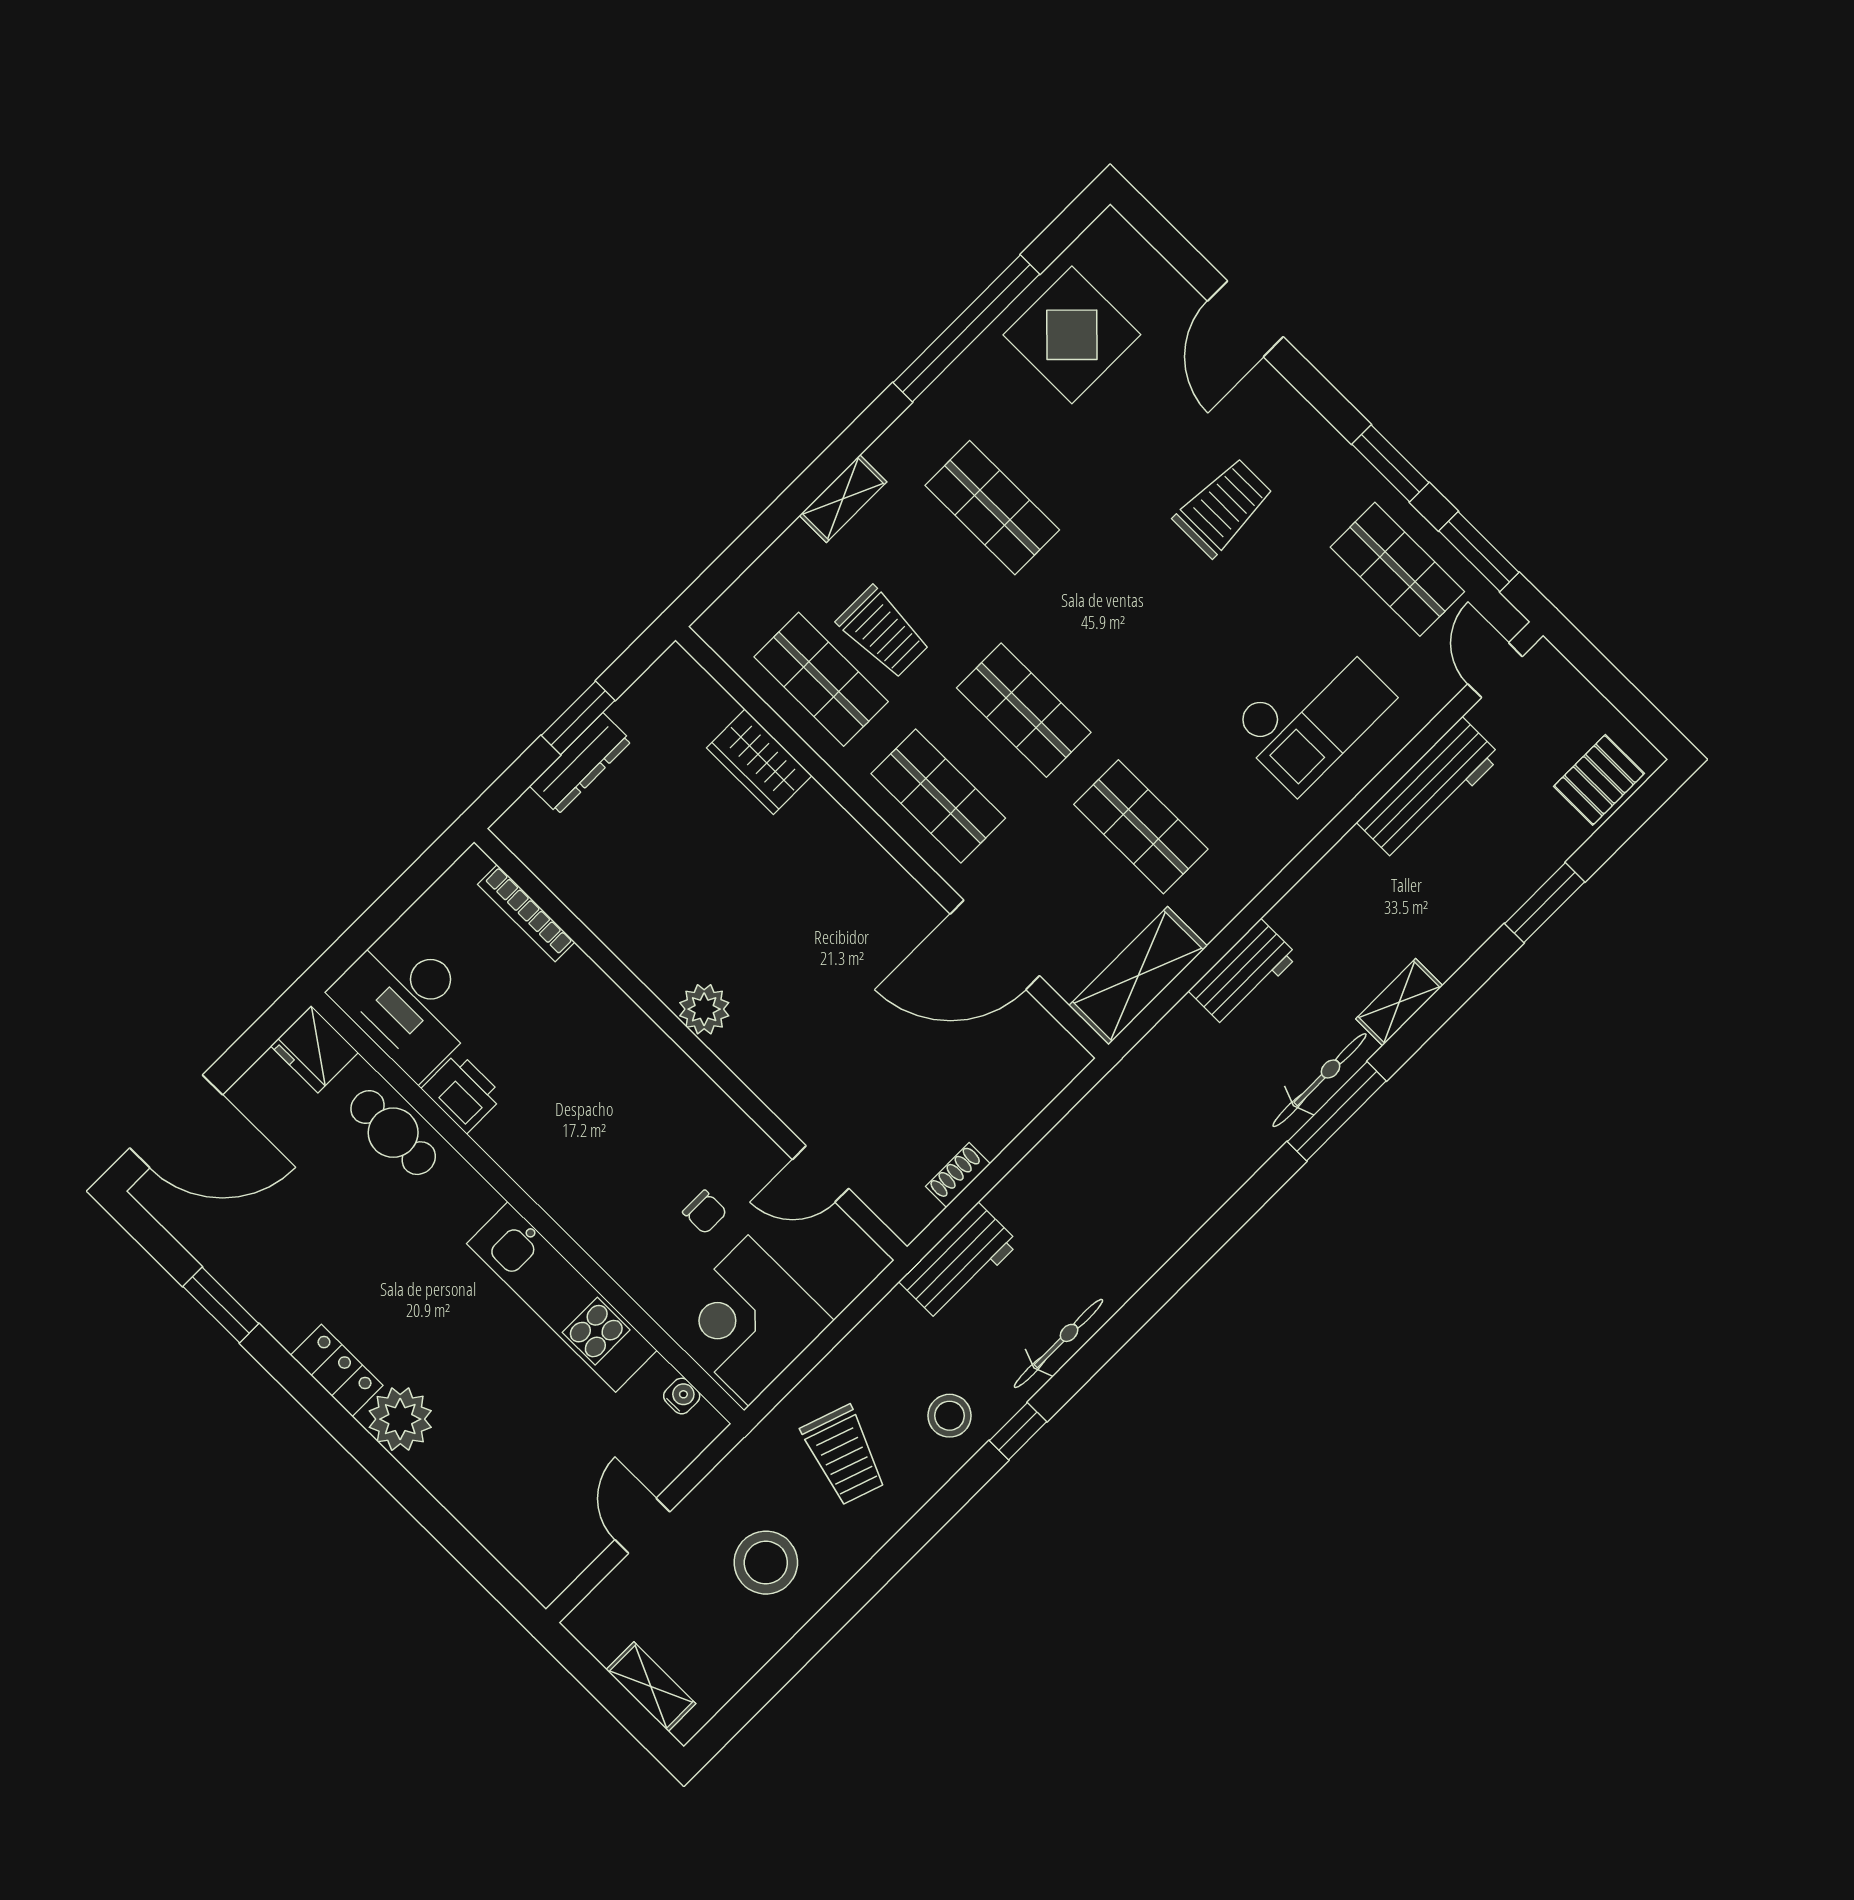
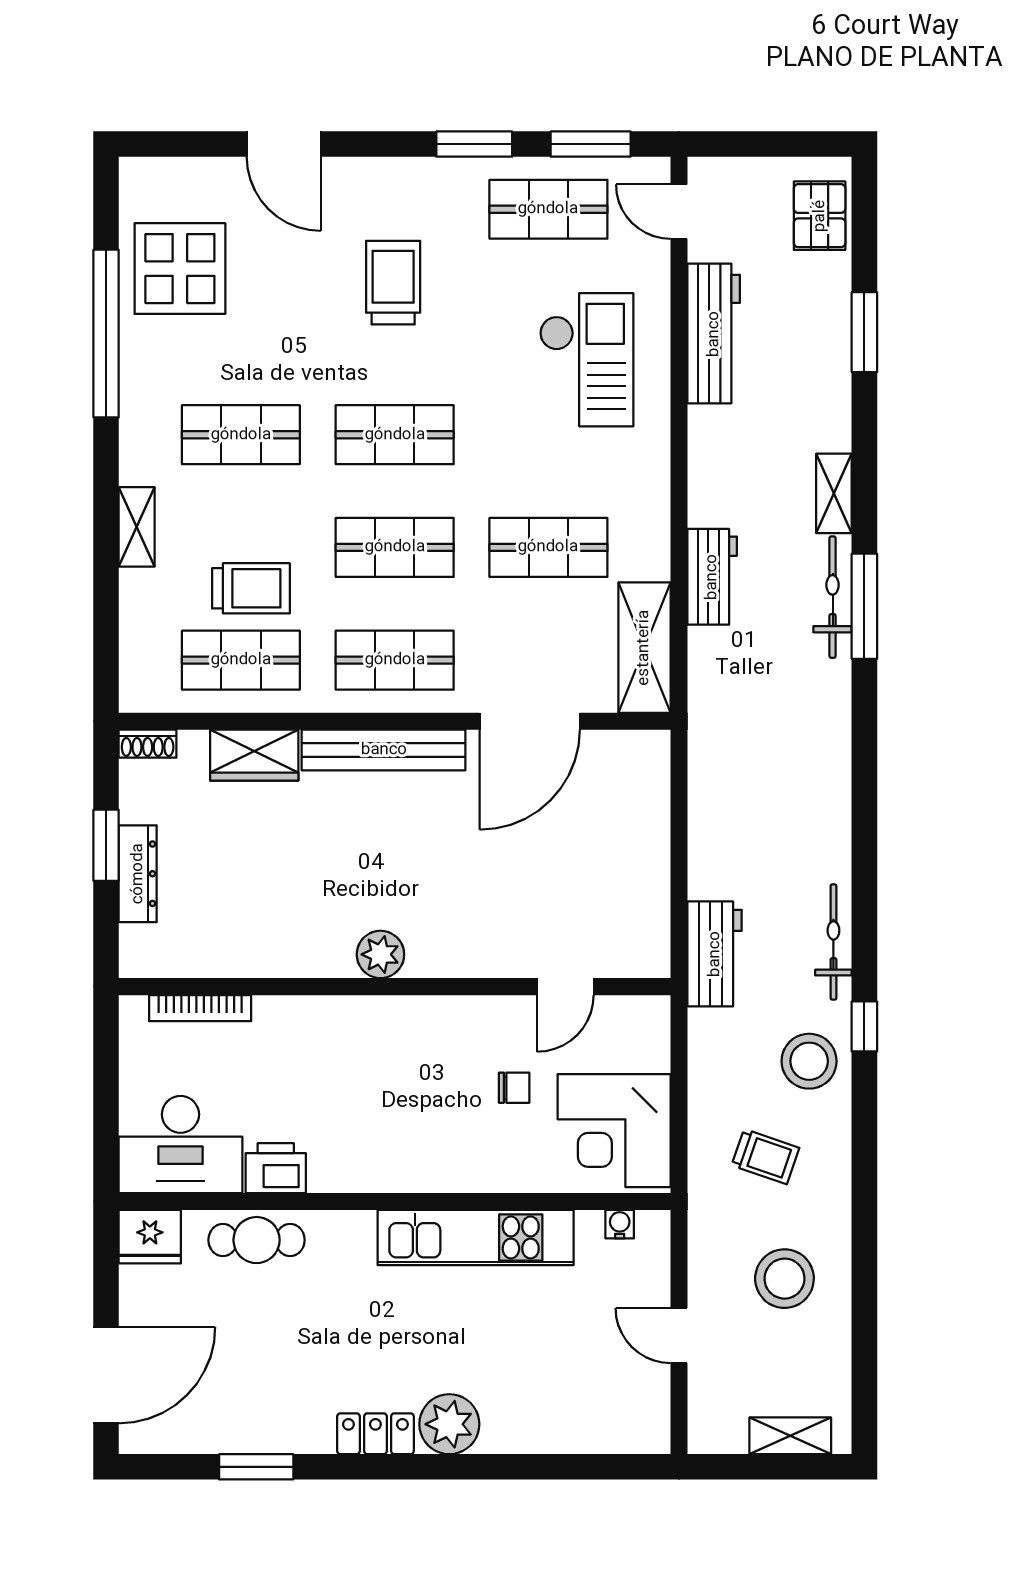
shop shelf: (1109, 624) -> (395, 435), added
bench: (862, 856) -> (384, 750), added
shoe rack: (958, 1175) -> (148, 744), moved, turned -90
stool: (950, 1416) -> (809, 1061), width x1.38, depth x1.38
trolley: (844, 1455) -> (765, 1157), width x0.73, depth x0.72

